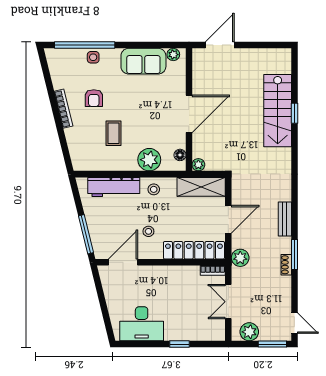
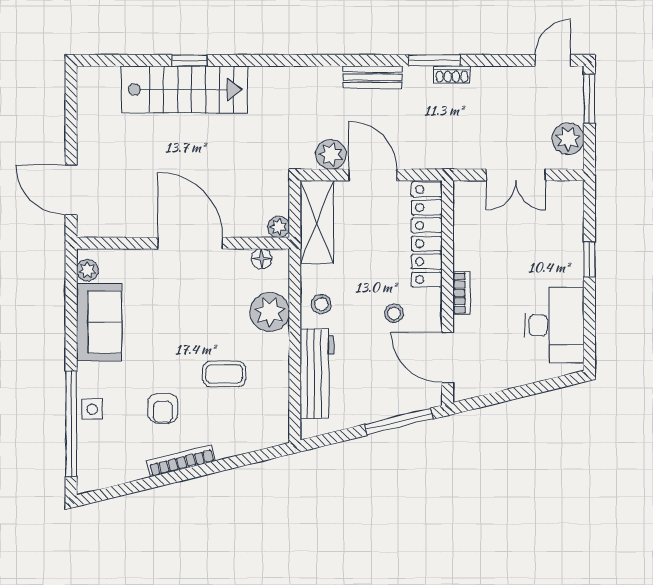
armchair: (94, 98) -> (163, 408), turned 90
plant: (240, 258) -> (331, 154), moved
bookcase: (213, 270) -> (462, 293), moved

